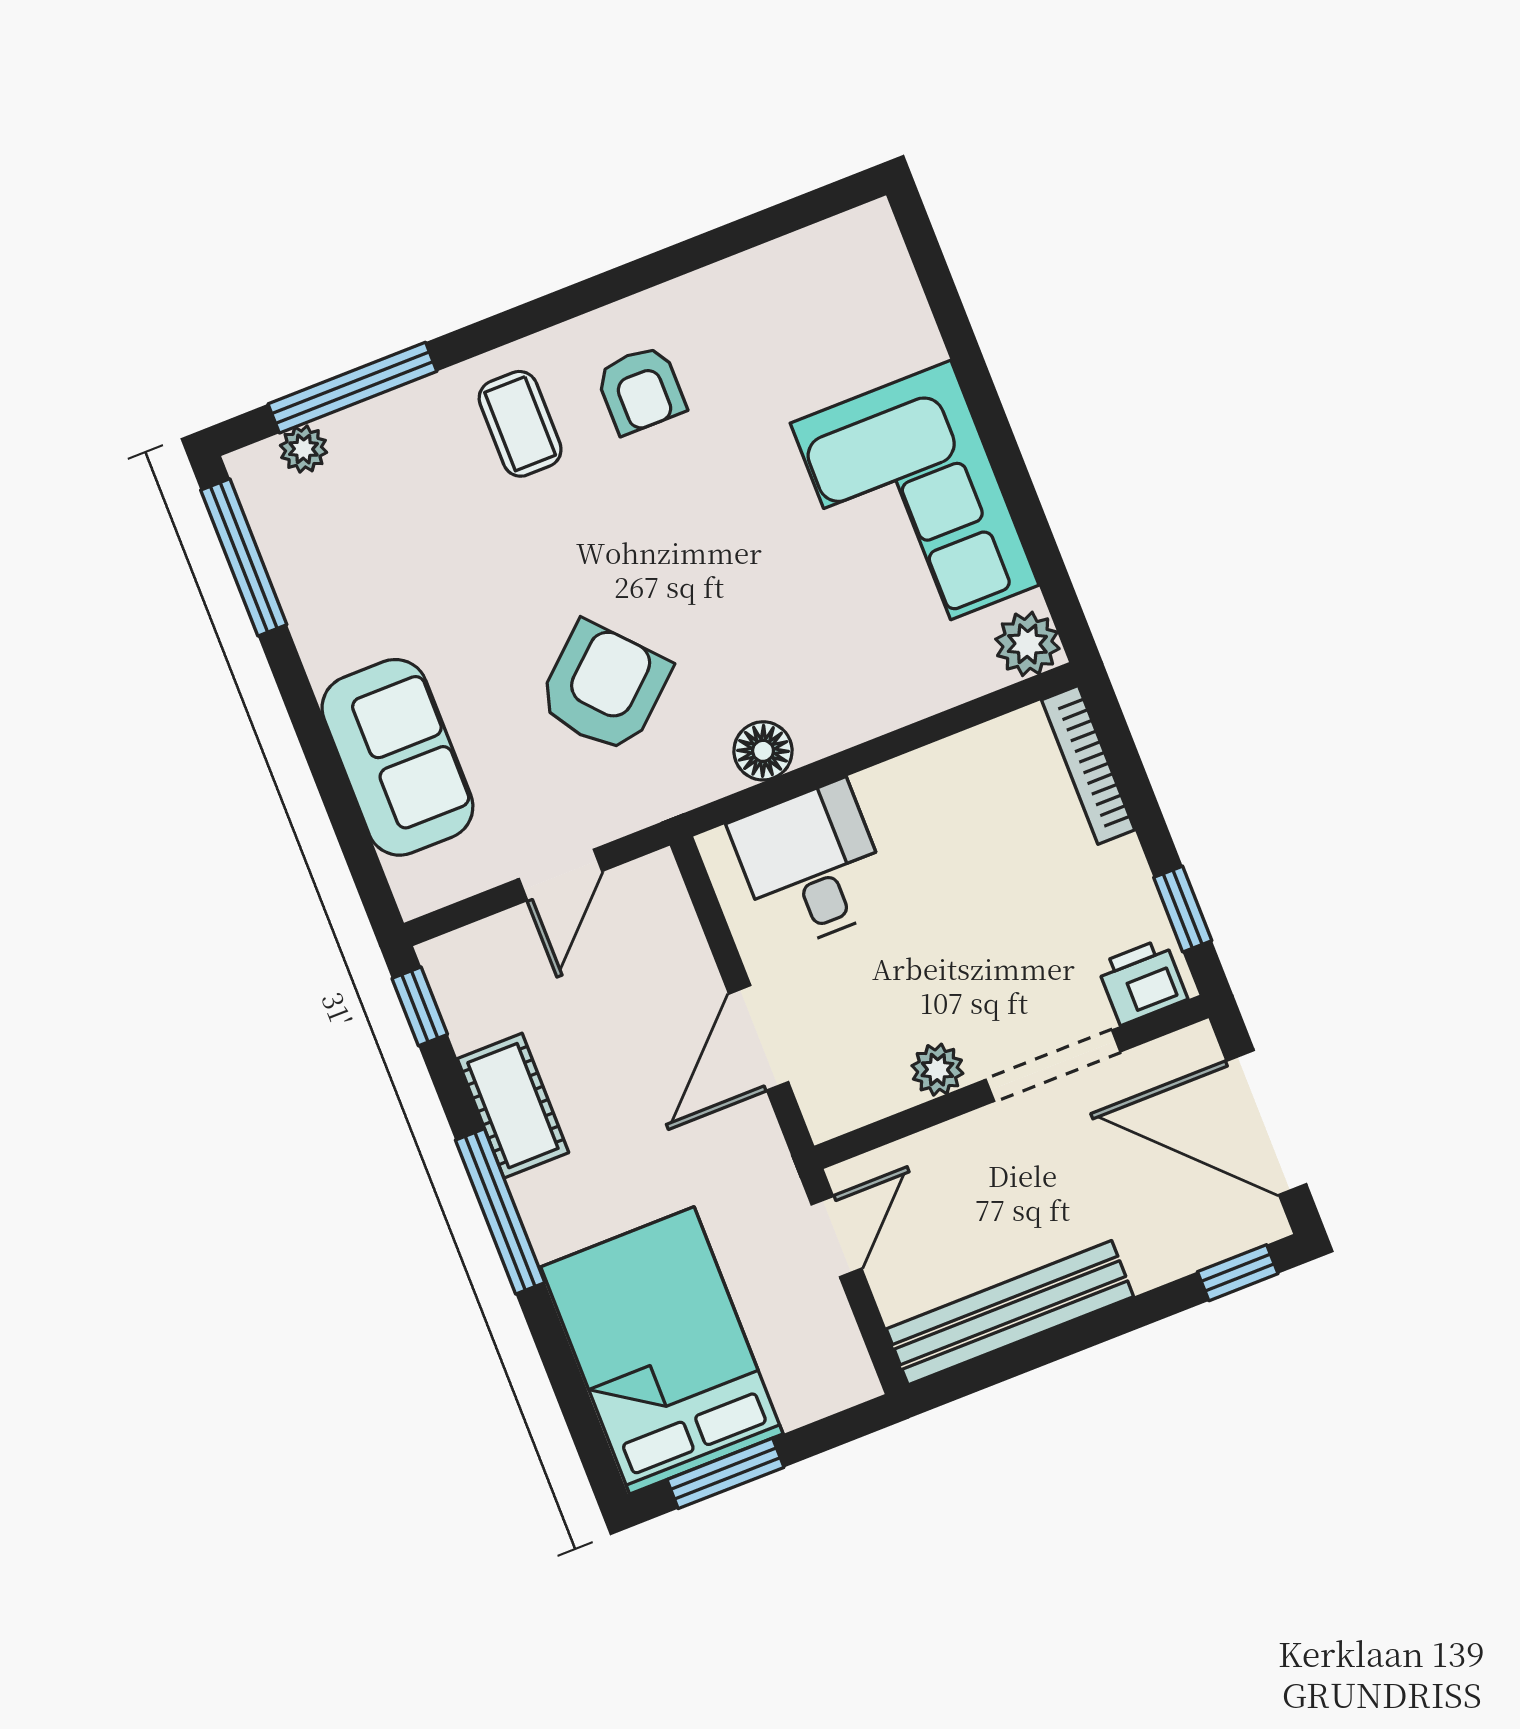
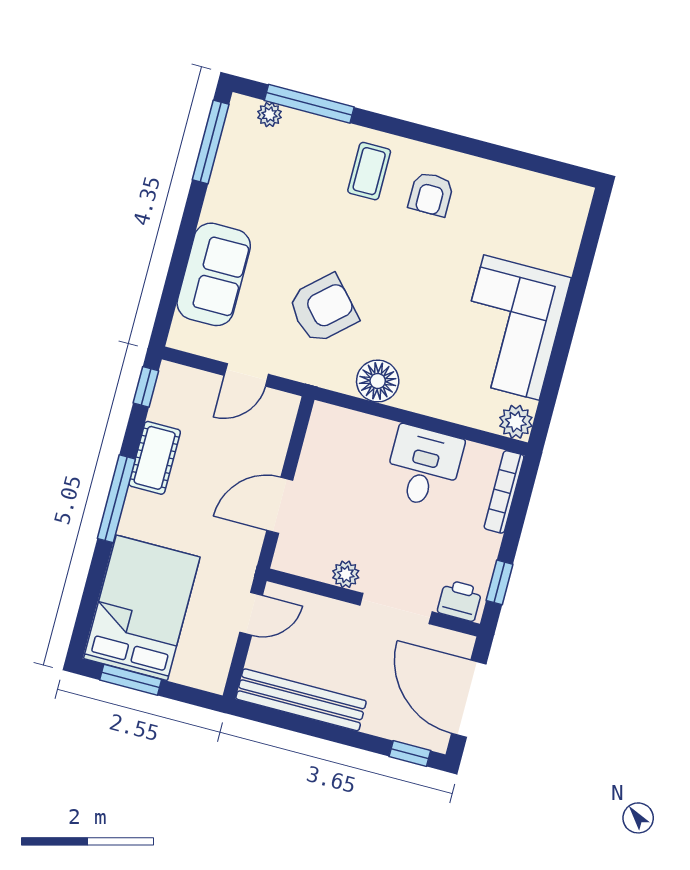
floor lamp: (763, 751) -> (378, 381), width x1.38, depth x1.38
desk: (811, 865) -> (424, 467), moved

